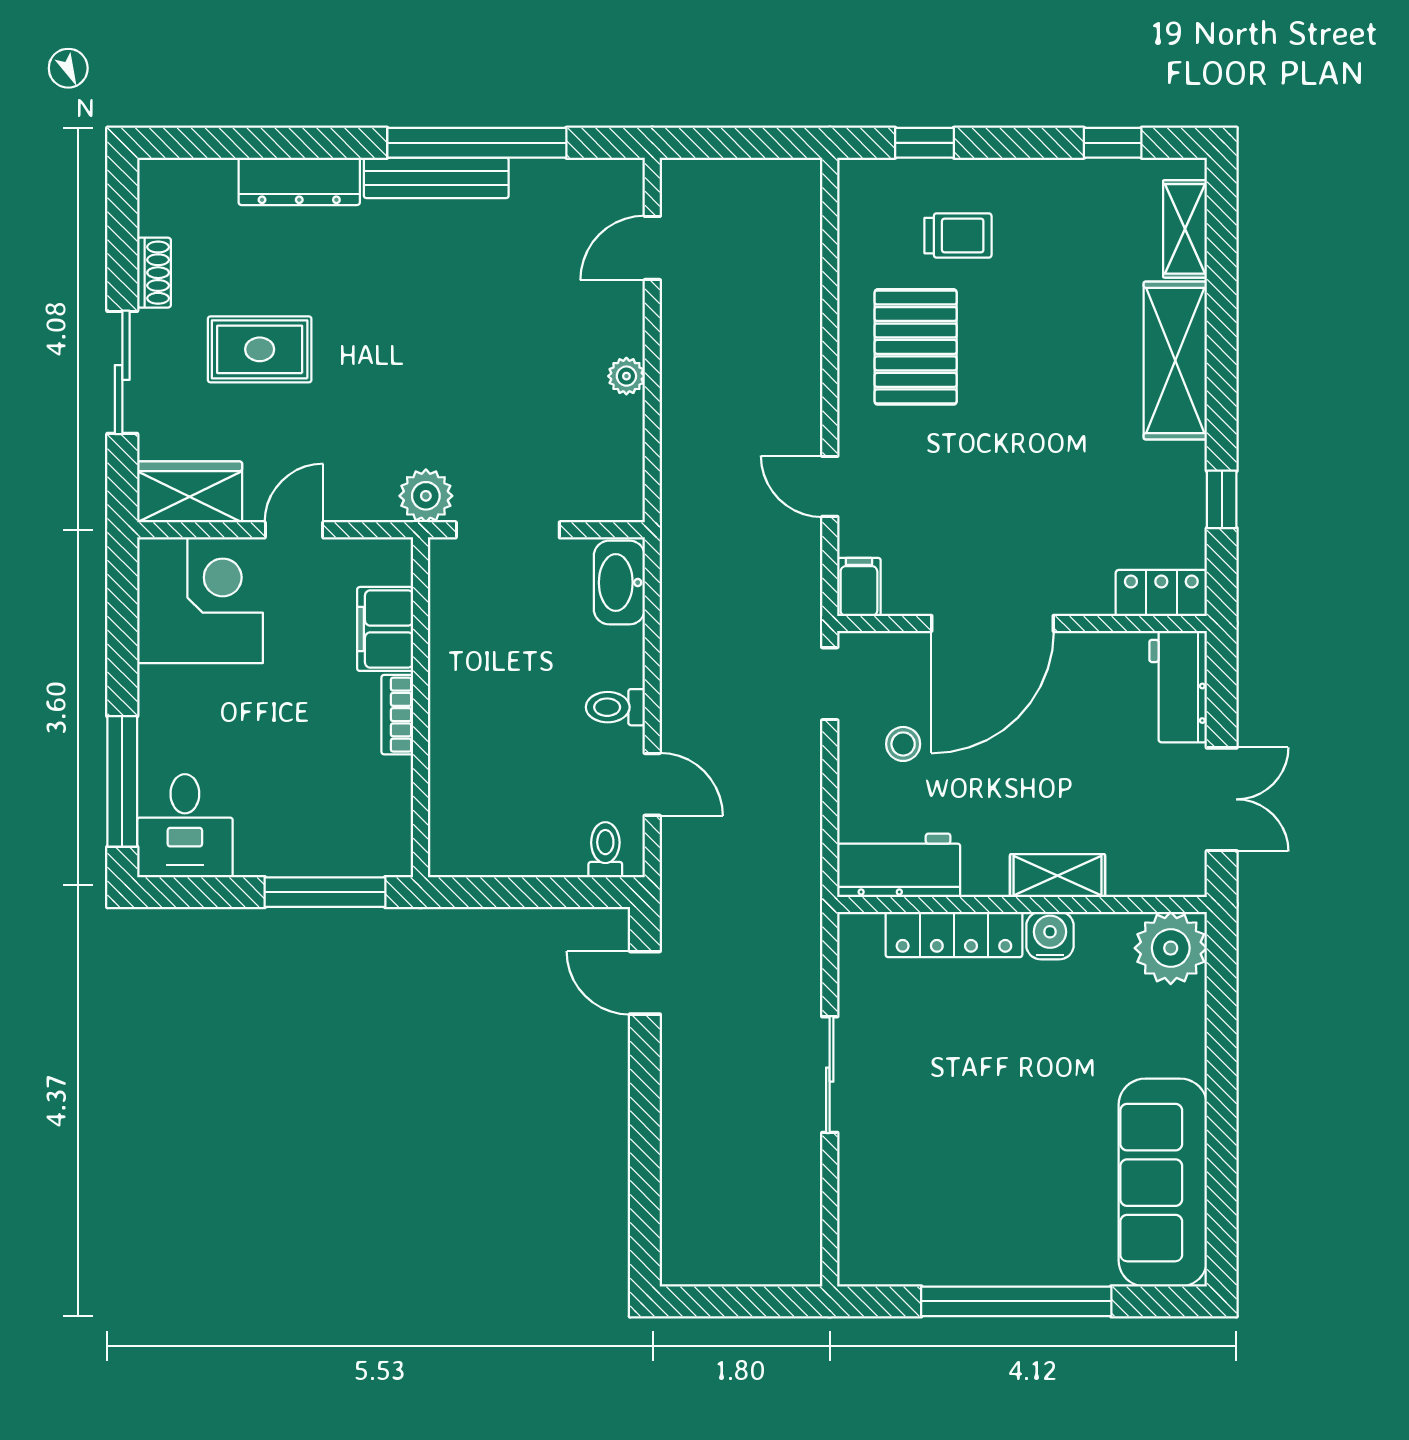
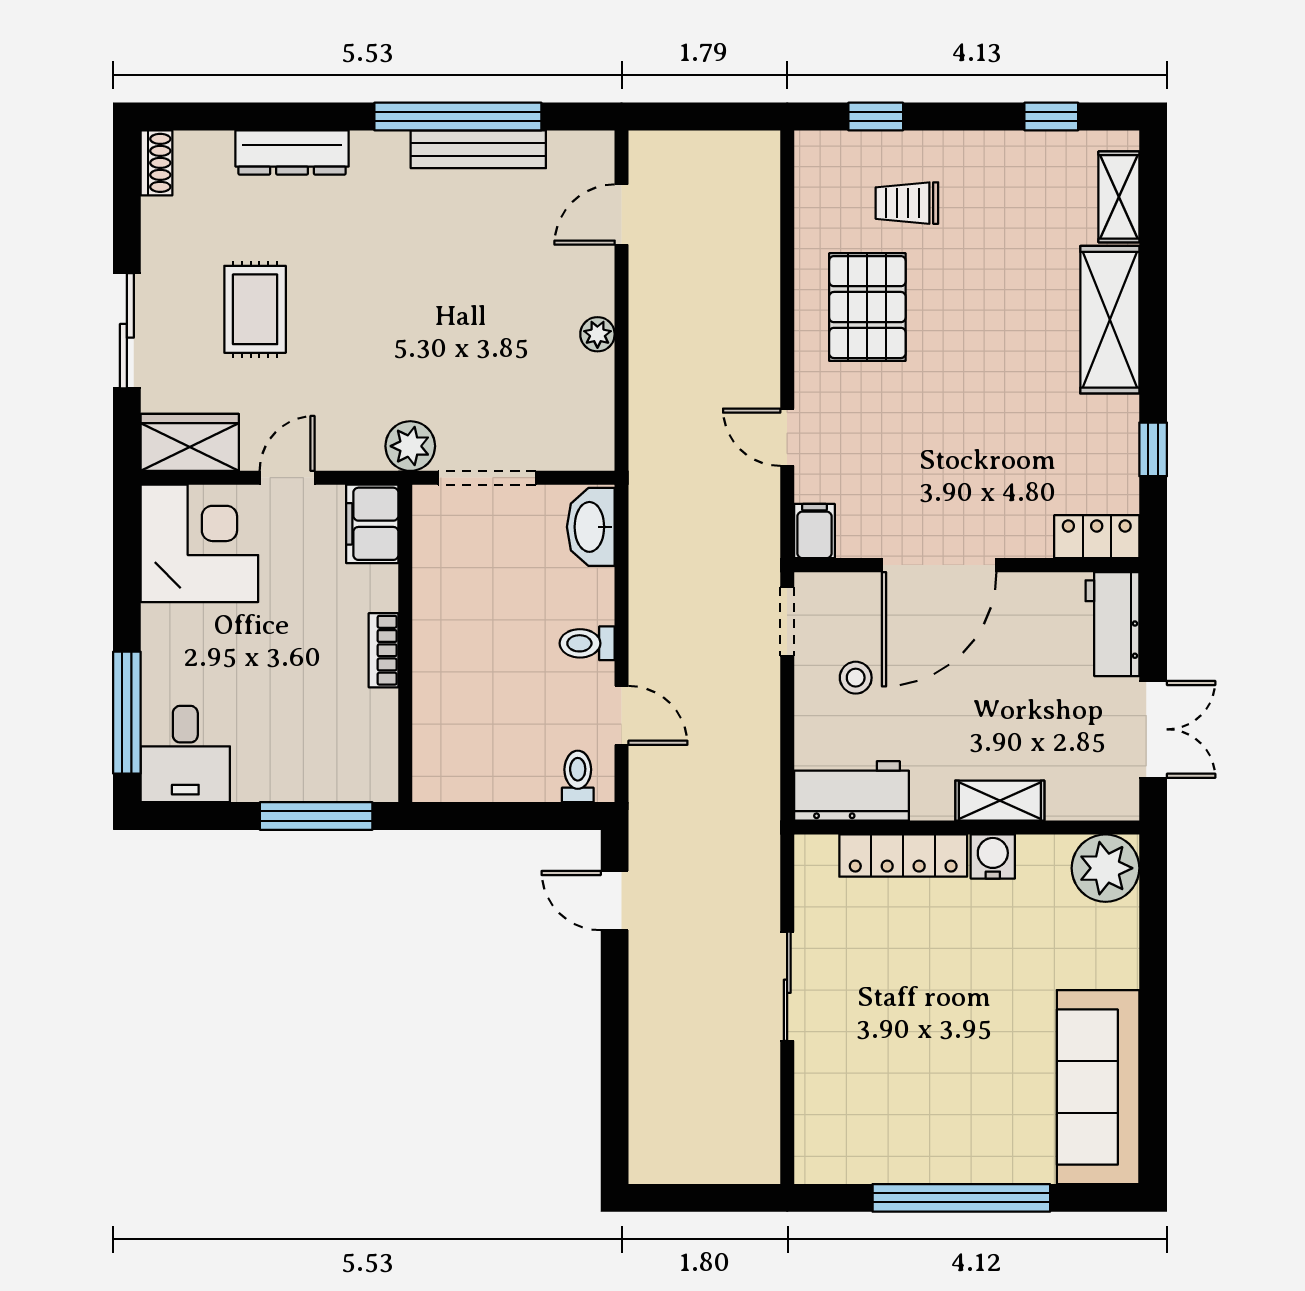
bench: (436, 178) -> (478, 149), moved
trolley: (958, 236) -> (907, 203), turned 180
shoe rack: (154, 273) -> (156, 163), moved
rug: (260, 349) -> (255, 309), turned 90
filing cabinet: (385, 629) -> (372, 524), moved

